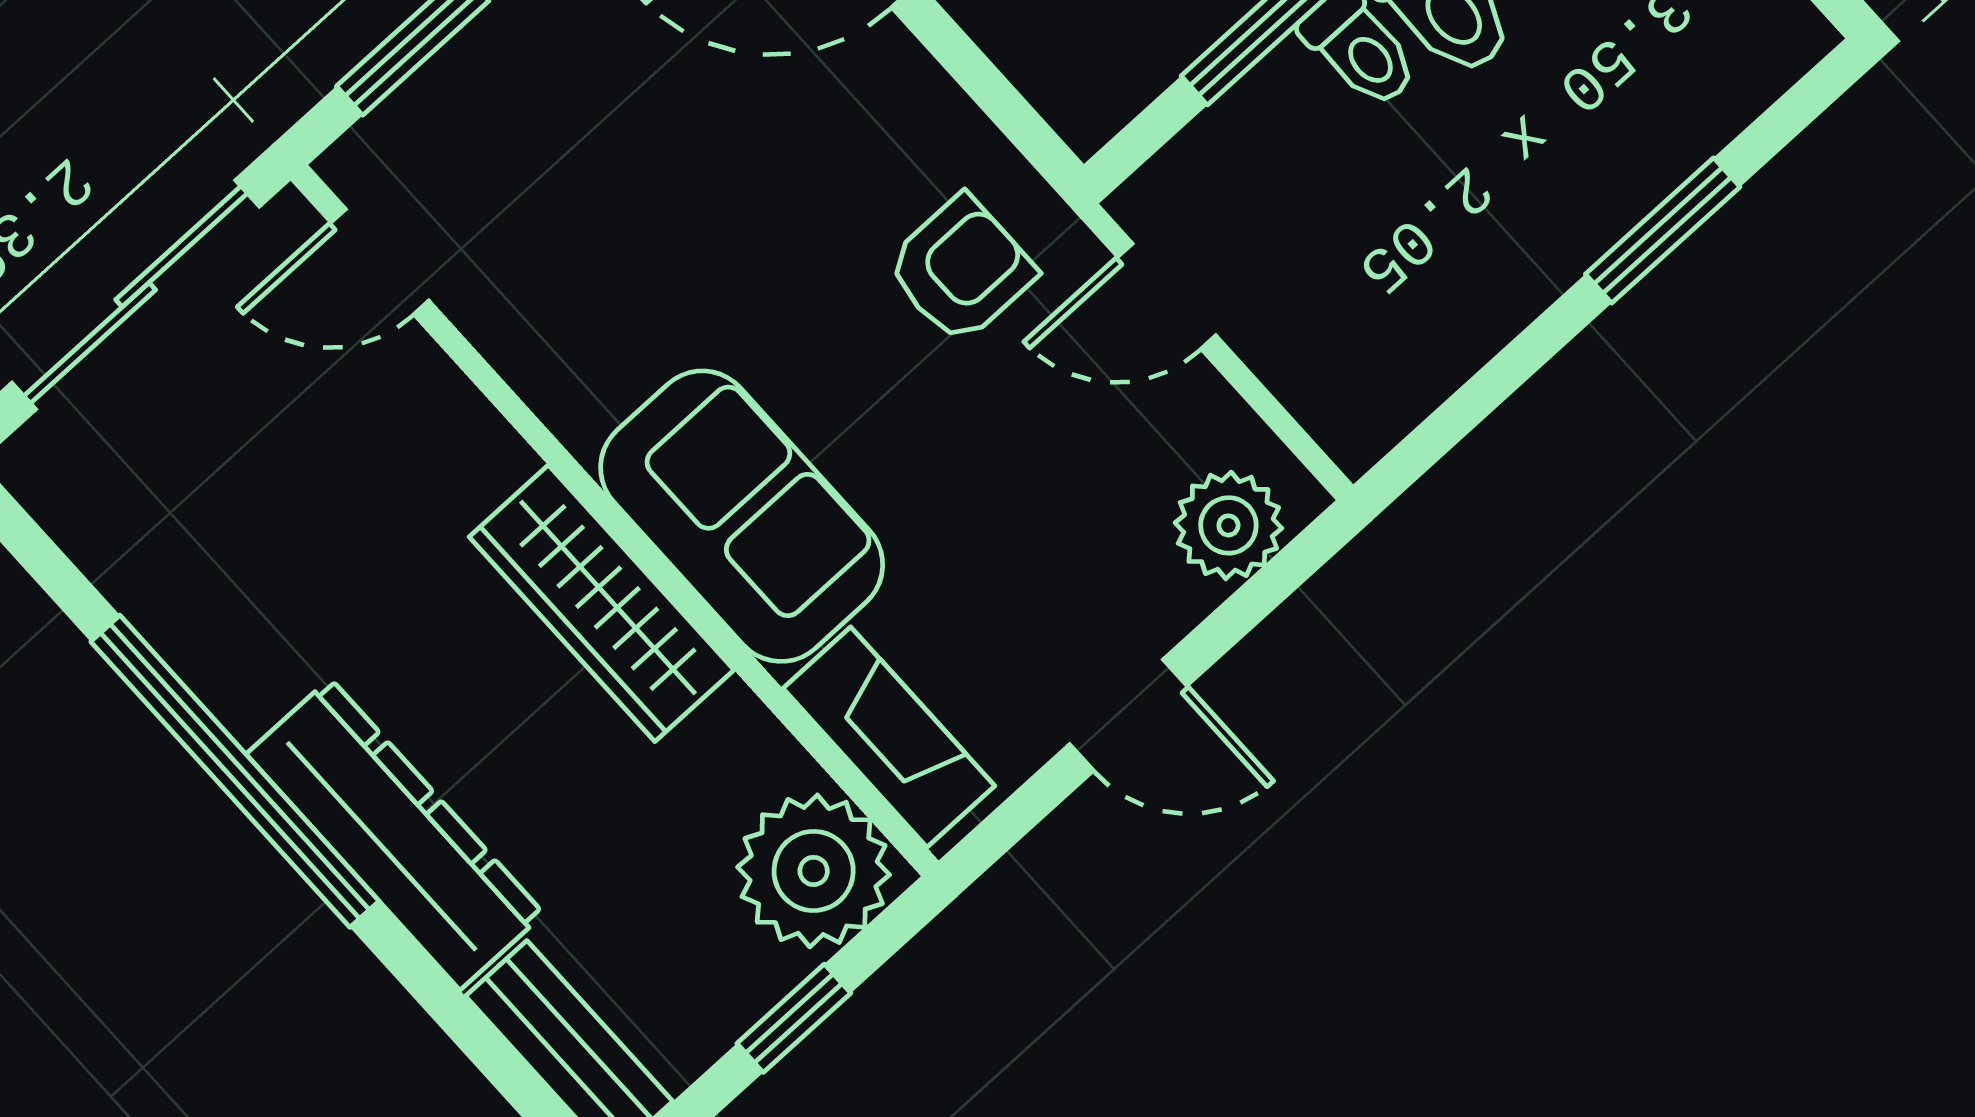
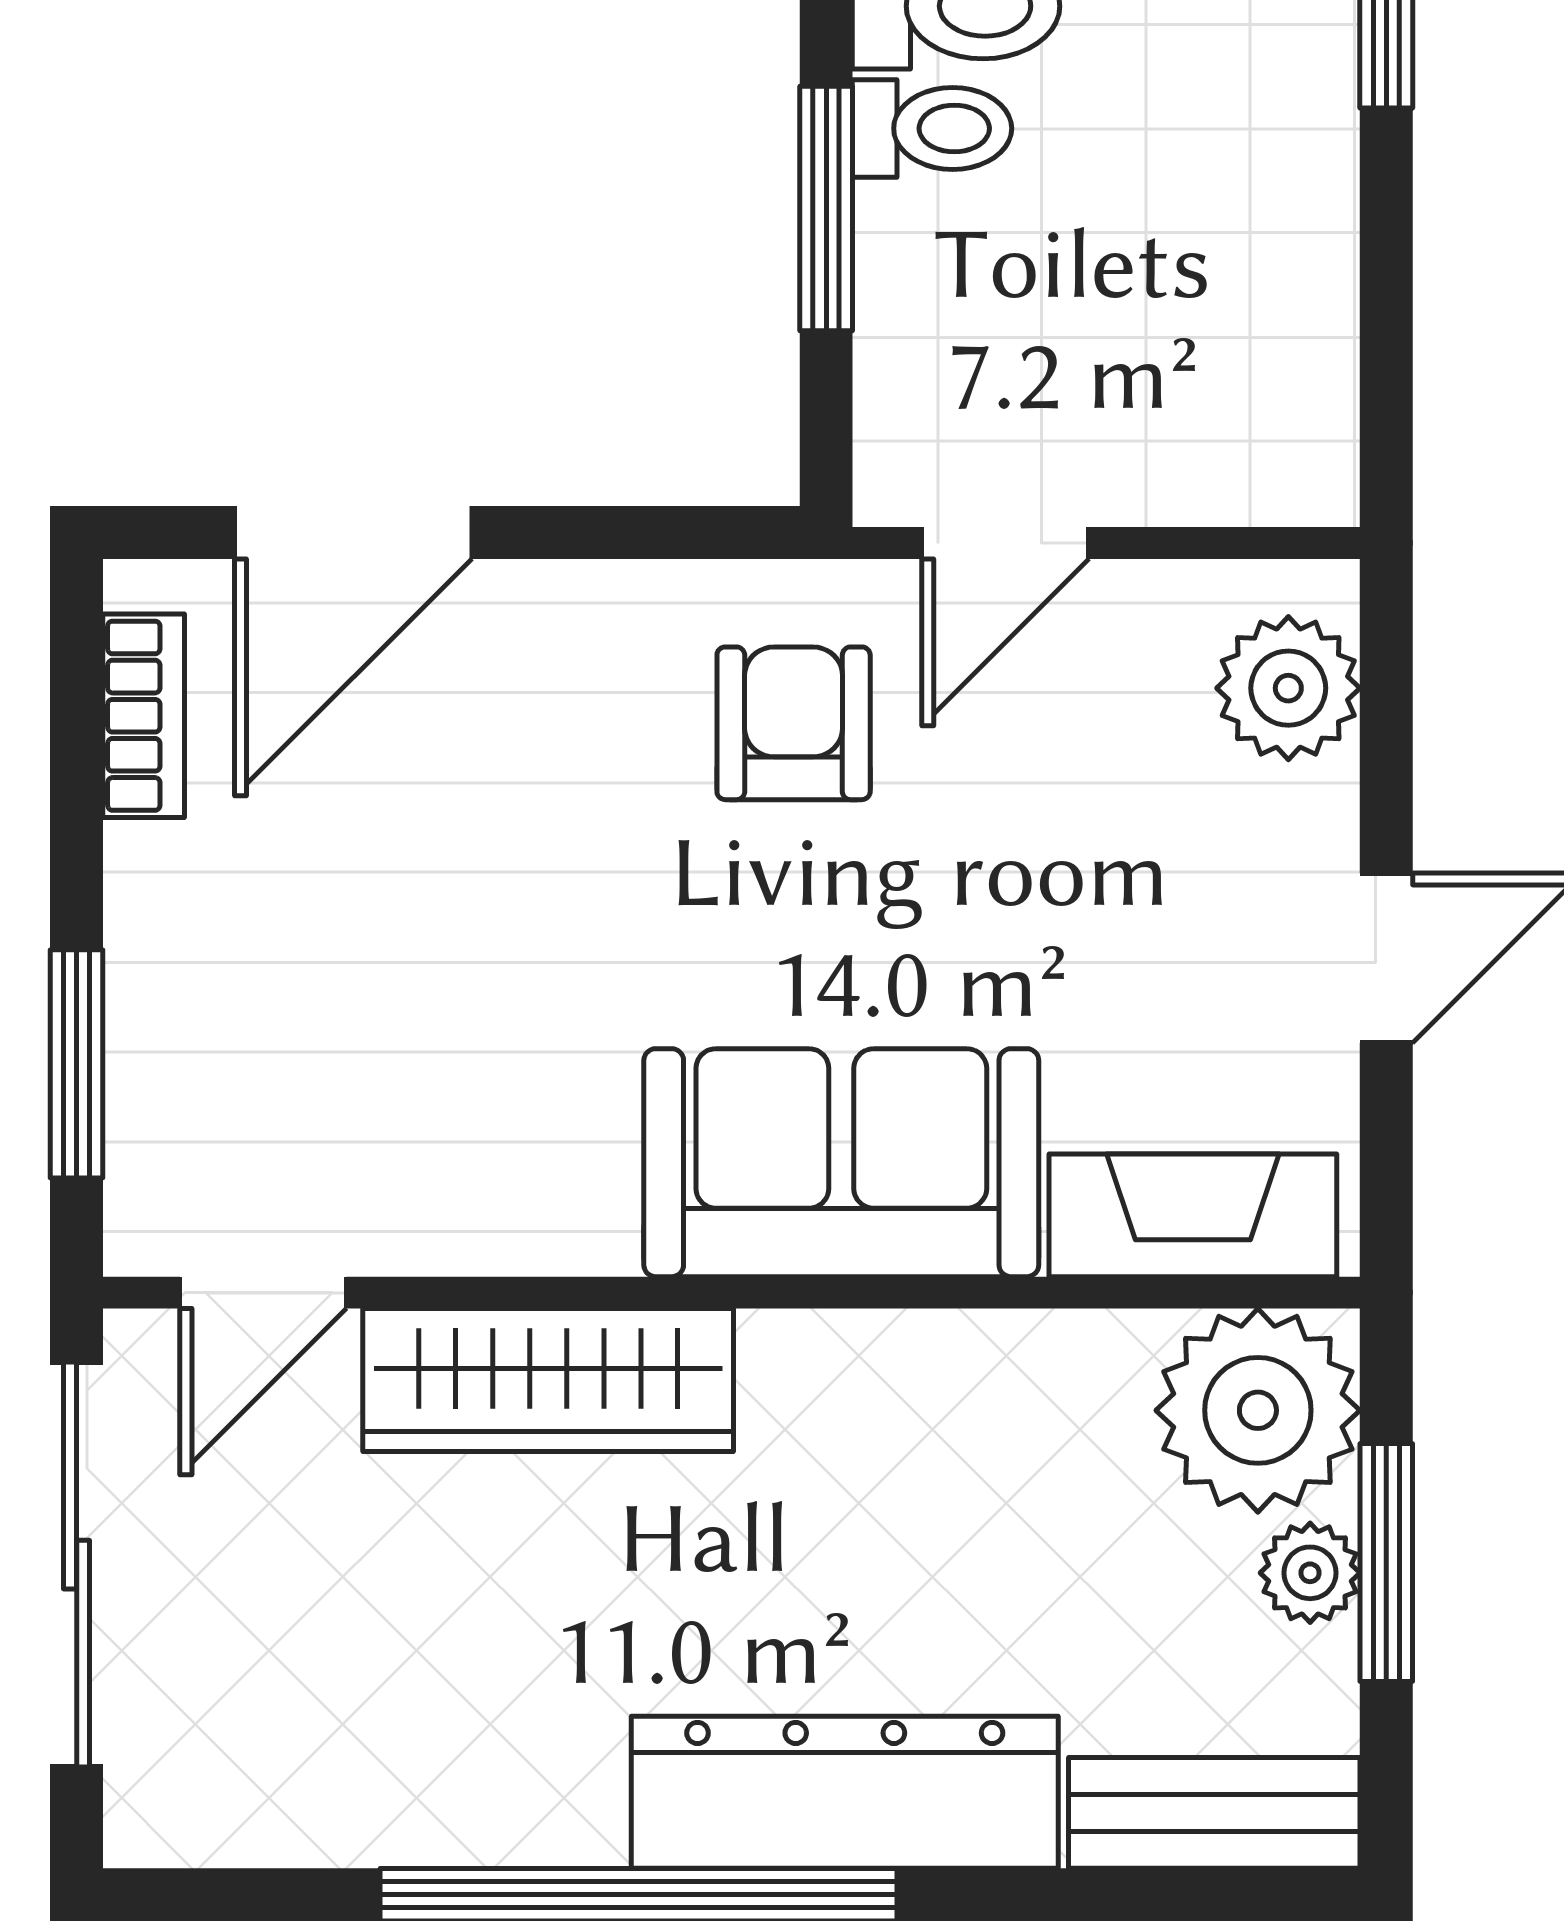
wardrobe: (602, 603) -> (548, 1380), moved
plant: (750, 981) -> (1310, 1573), added
window: (794, 1018) -> (1386, 1562), width x1.50

